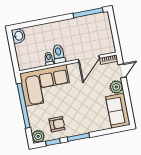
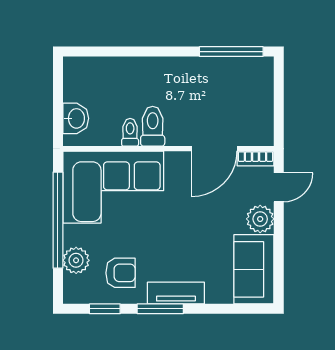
washbasin: (18, 36) -> (76, 118), moved
tv unit: (84, 129) -> (176, 293), added
plant: (38, 136) -> (76, 260), moved

